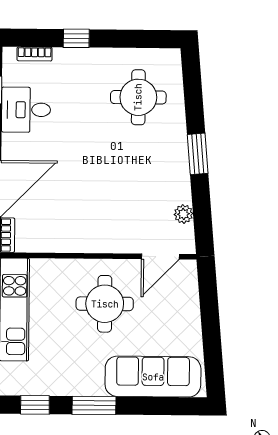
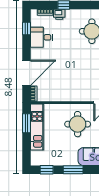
printer: (66, 59) -> (59, 14), added

